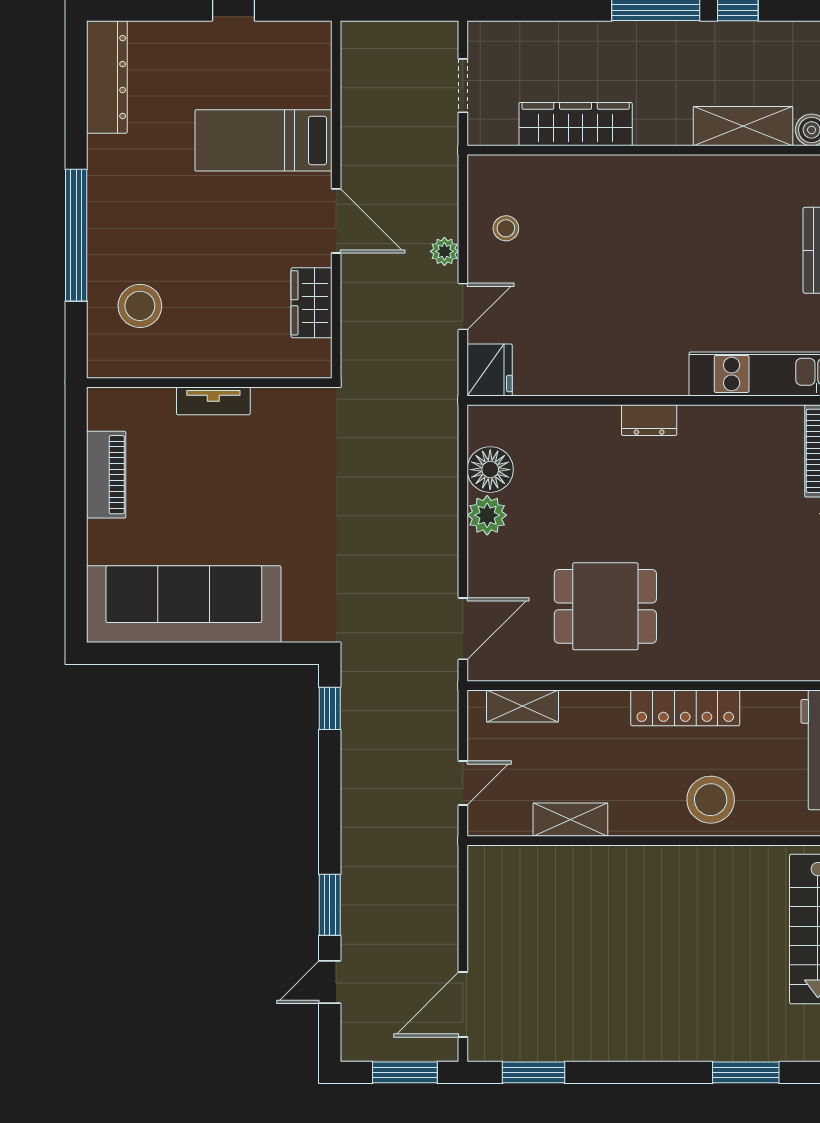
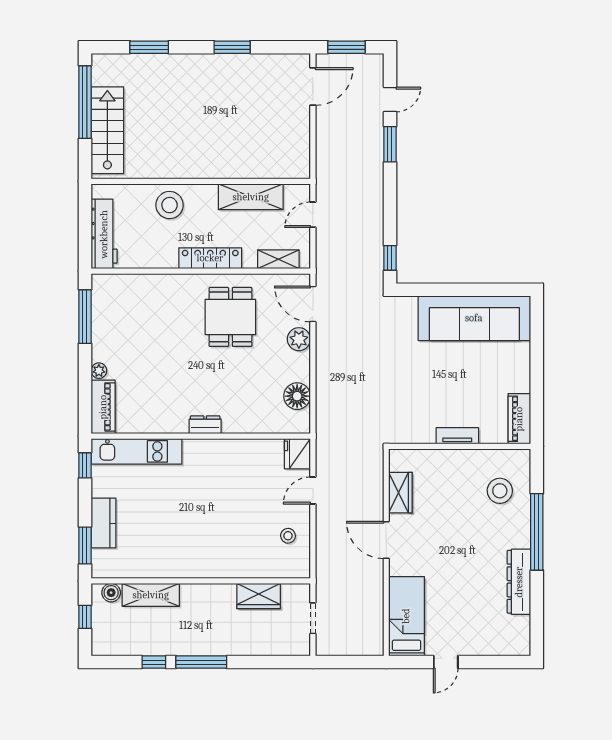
dresser: (107, 77) -> (519, 582), moved
wardrobe: (576, 124) -> (259, 596), width x0.67
bed: (263, 140) -> (406, 616), moved, turned -90
plant: (444, 251) -> (324, 522), removed
piano: (106, 475) -> (519, 419), moved
plant: (487, 515) -> (299, 339), moved
dining table: (605, 606) -> (230, 317), turned 90
door: (463, 629) -> (313, 304), hinge flipped
locker: (685, 708) -> (210, 258), moved
shelving: (570, 820) -> (251, 197), width x1.50, depth x1.33
window: (534, 1072) -> (232, 47), moved

